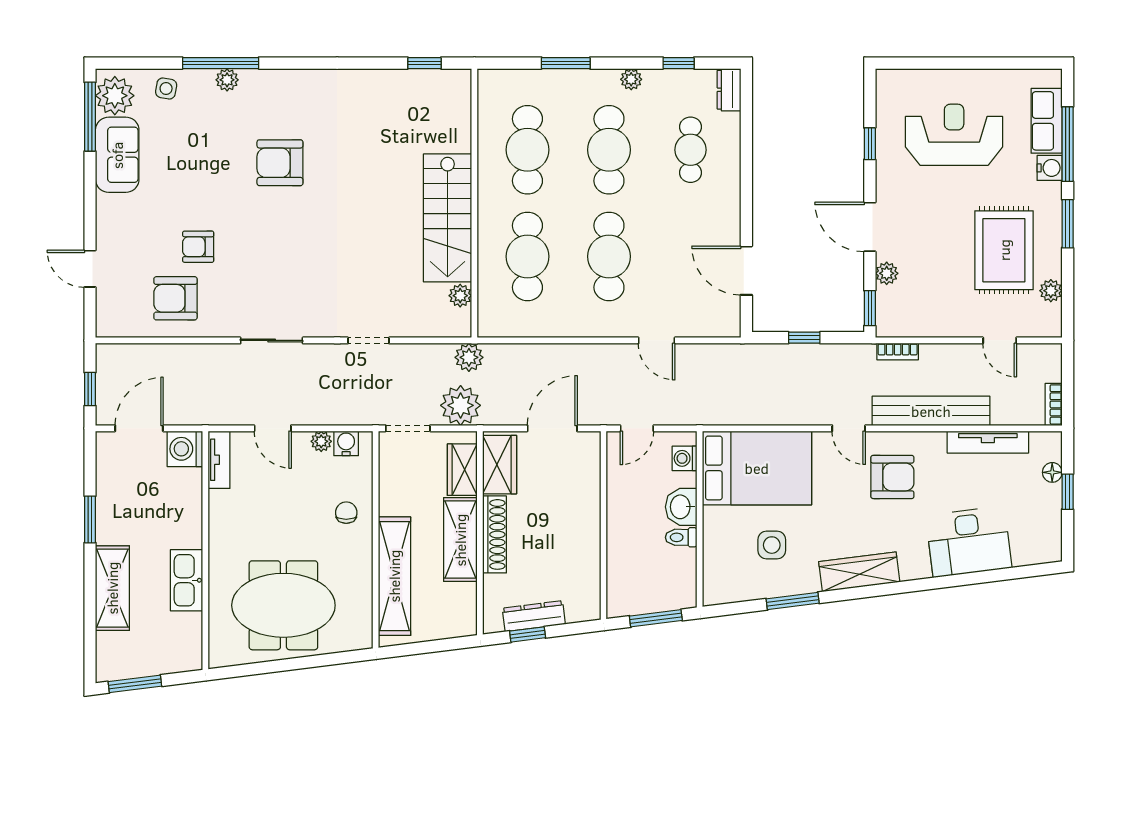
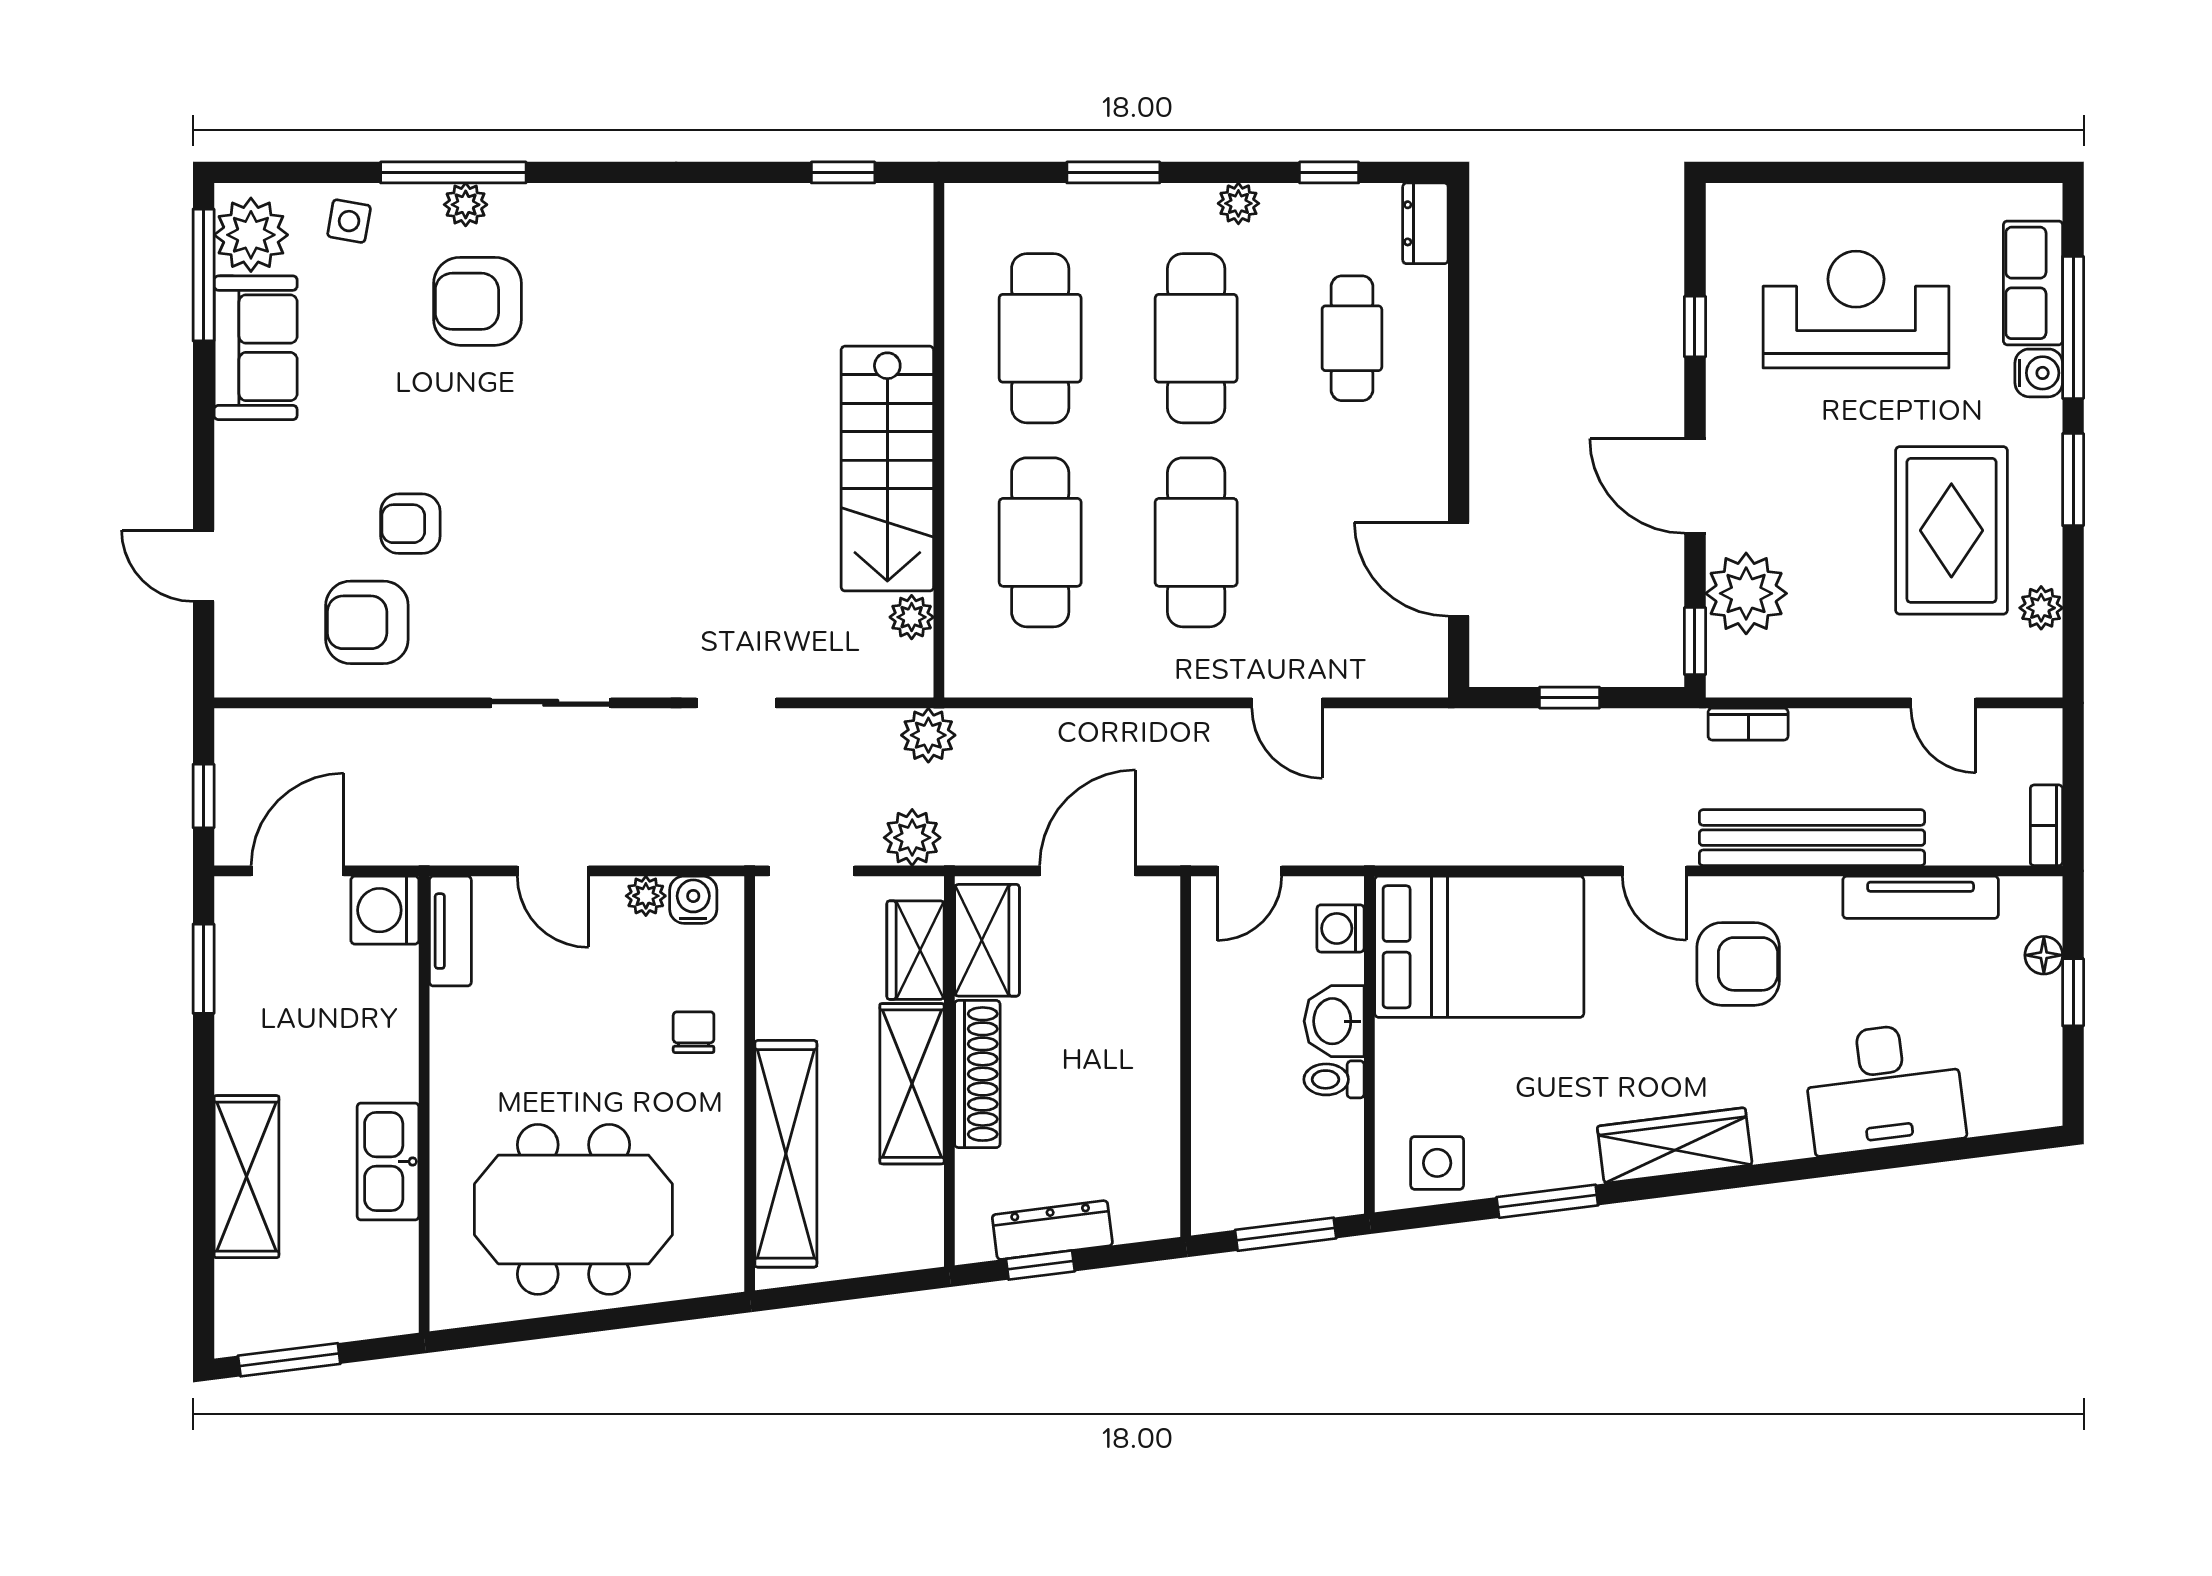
armchair: (280, 163) -> (477, 301), moved
plant: (887, 273) -> (1746, 593), width x1.87, depth x1.87
plant: (461, 405) -> (912, 838), width x0.73, depth x0.73
window: (90, 519) -> (204, 969), moved
side table: (772, 545) -> (1437, 1163), moved

